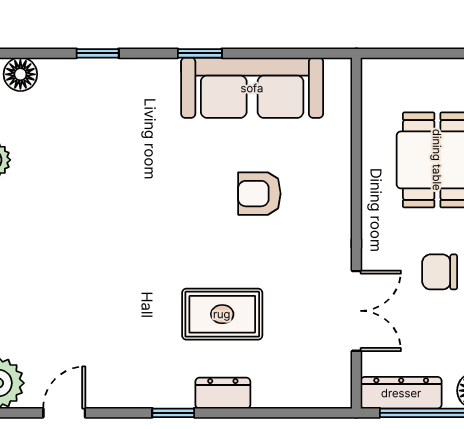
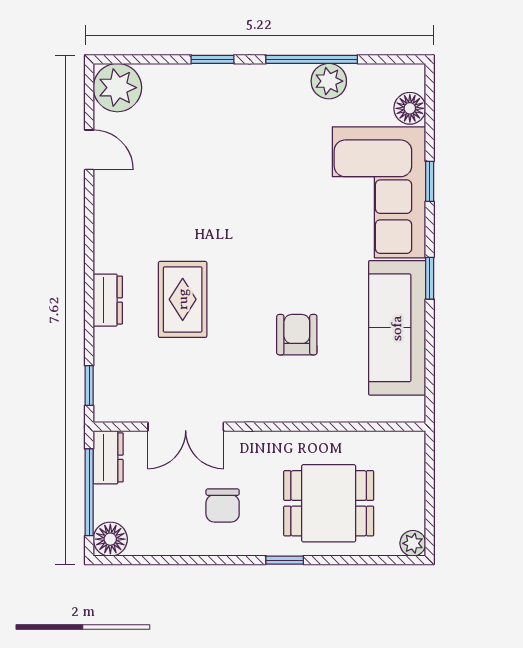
corner sofa: (109, 107) -> (379, 192), added
chair: (440, 272) -> (223, 505), turned 180
dresser: (401, 393) -> (108, 457), width x0.70
window: (173, 413) -> (89, 386), moved

